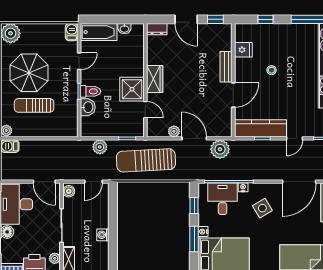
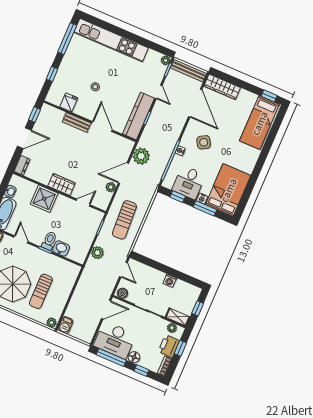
shower: (132, 89) -> (44, 199), moved
sun lounger: (146, 160) -> (124, 220), width x0.73, depth x0.75
desk: (223, 199) -> (189, 182), moved, turned -90

